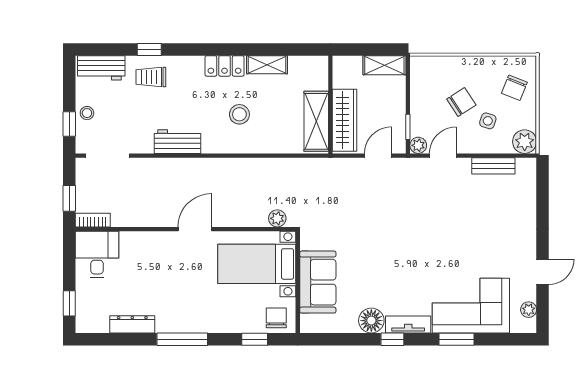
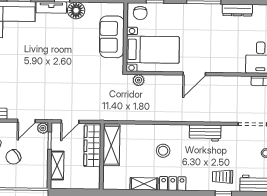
shelving: (384, 65) -> (57, 165), moved, turned 90
trolley: (151, 77) -> (223, 177), turned 180

